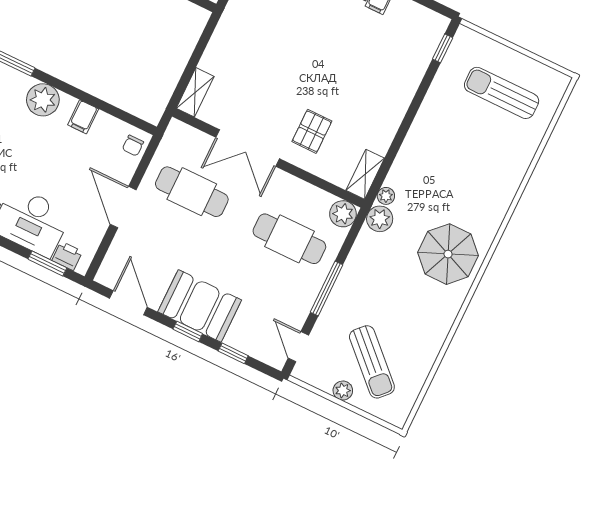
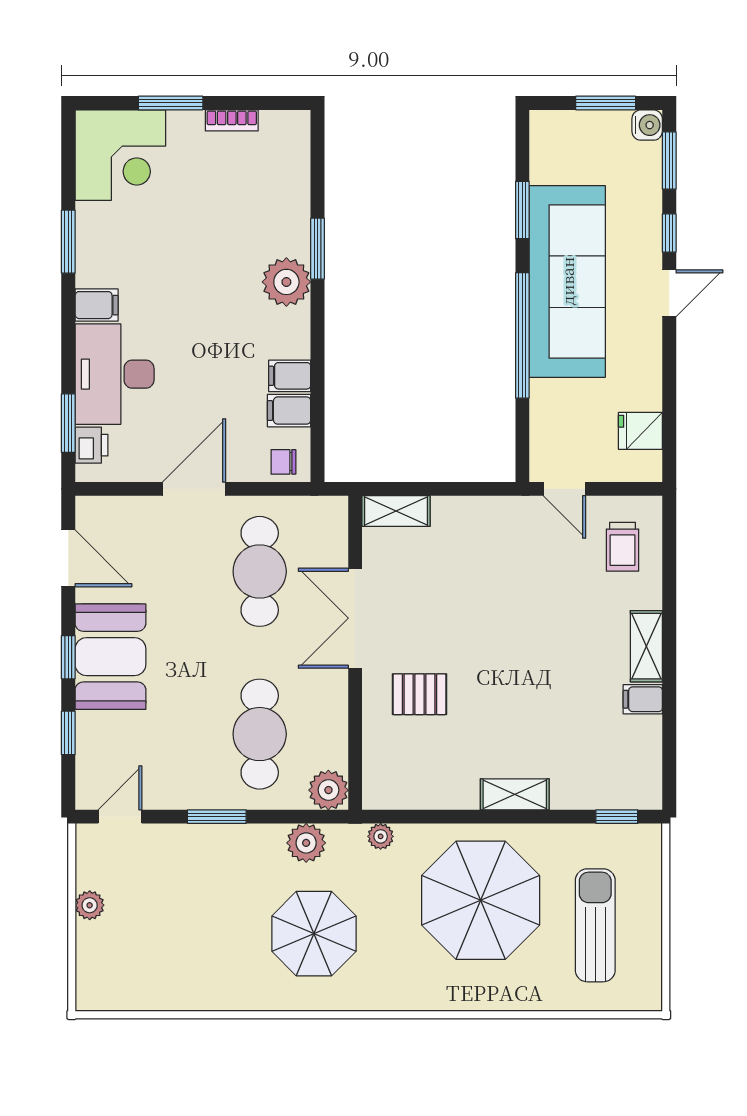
plant: (43, 100) -> (286, 282), moved
filing cabinet: (104, 127) -> (289, 411), added
parasol: (453, 154) -> (481, 900), added
shelving: (365, 174) -> (515, 794), moved
plant: (380, 219) -> (306, 843), moved
parasol: (448, 254) -> (314, 934), moved
window: (327, 288) -> (217, 817), width x0.69
door: (128, 303) -> (68, 558), hinge flipped
sun lounger: (372, 362) -> (147, 926), removed

